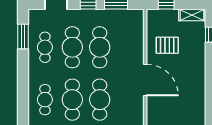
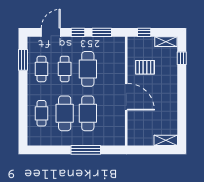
cafe table: (72, 47) -> (65, 69), width x0.73, depth x0.74

